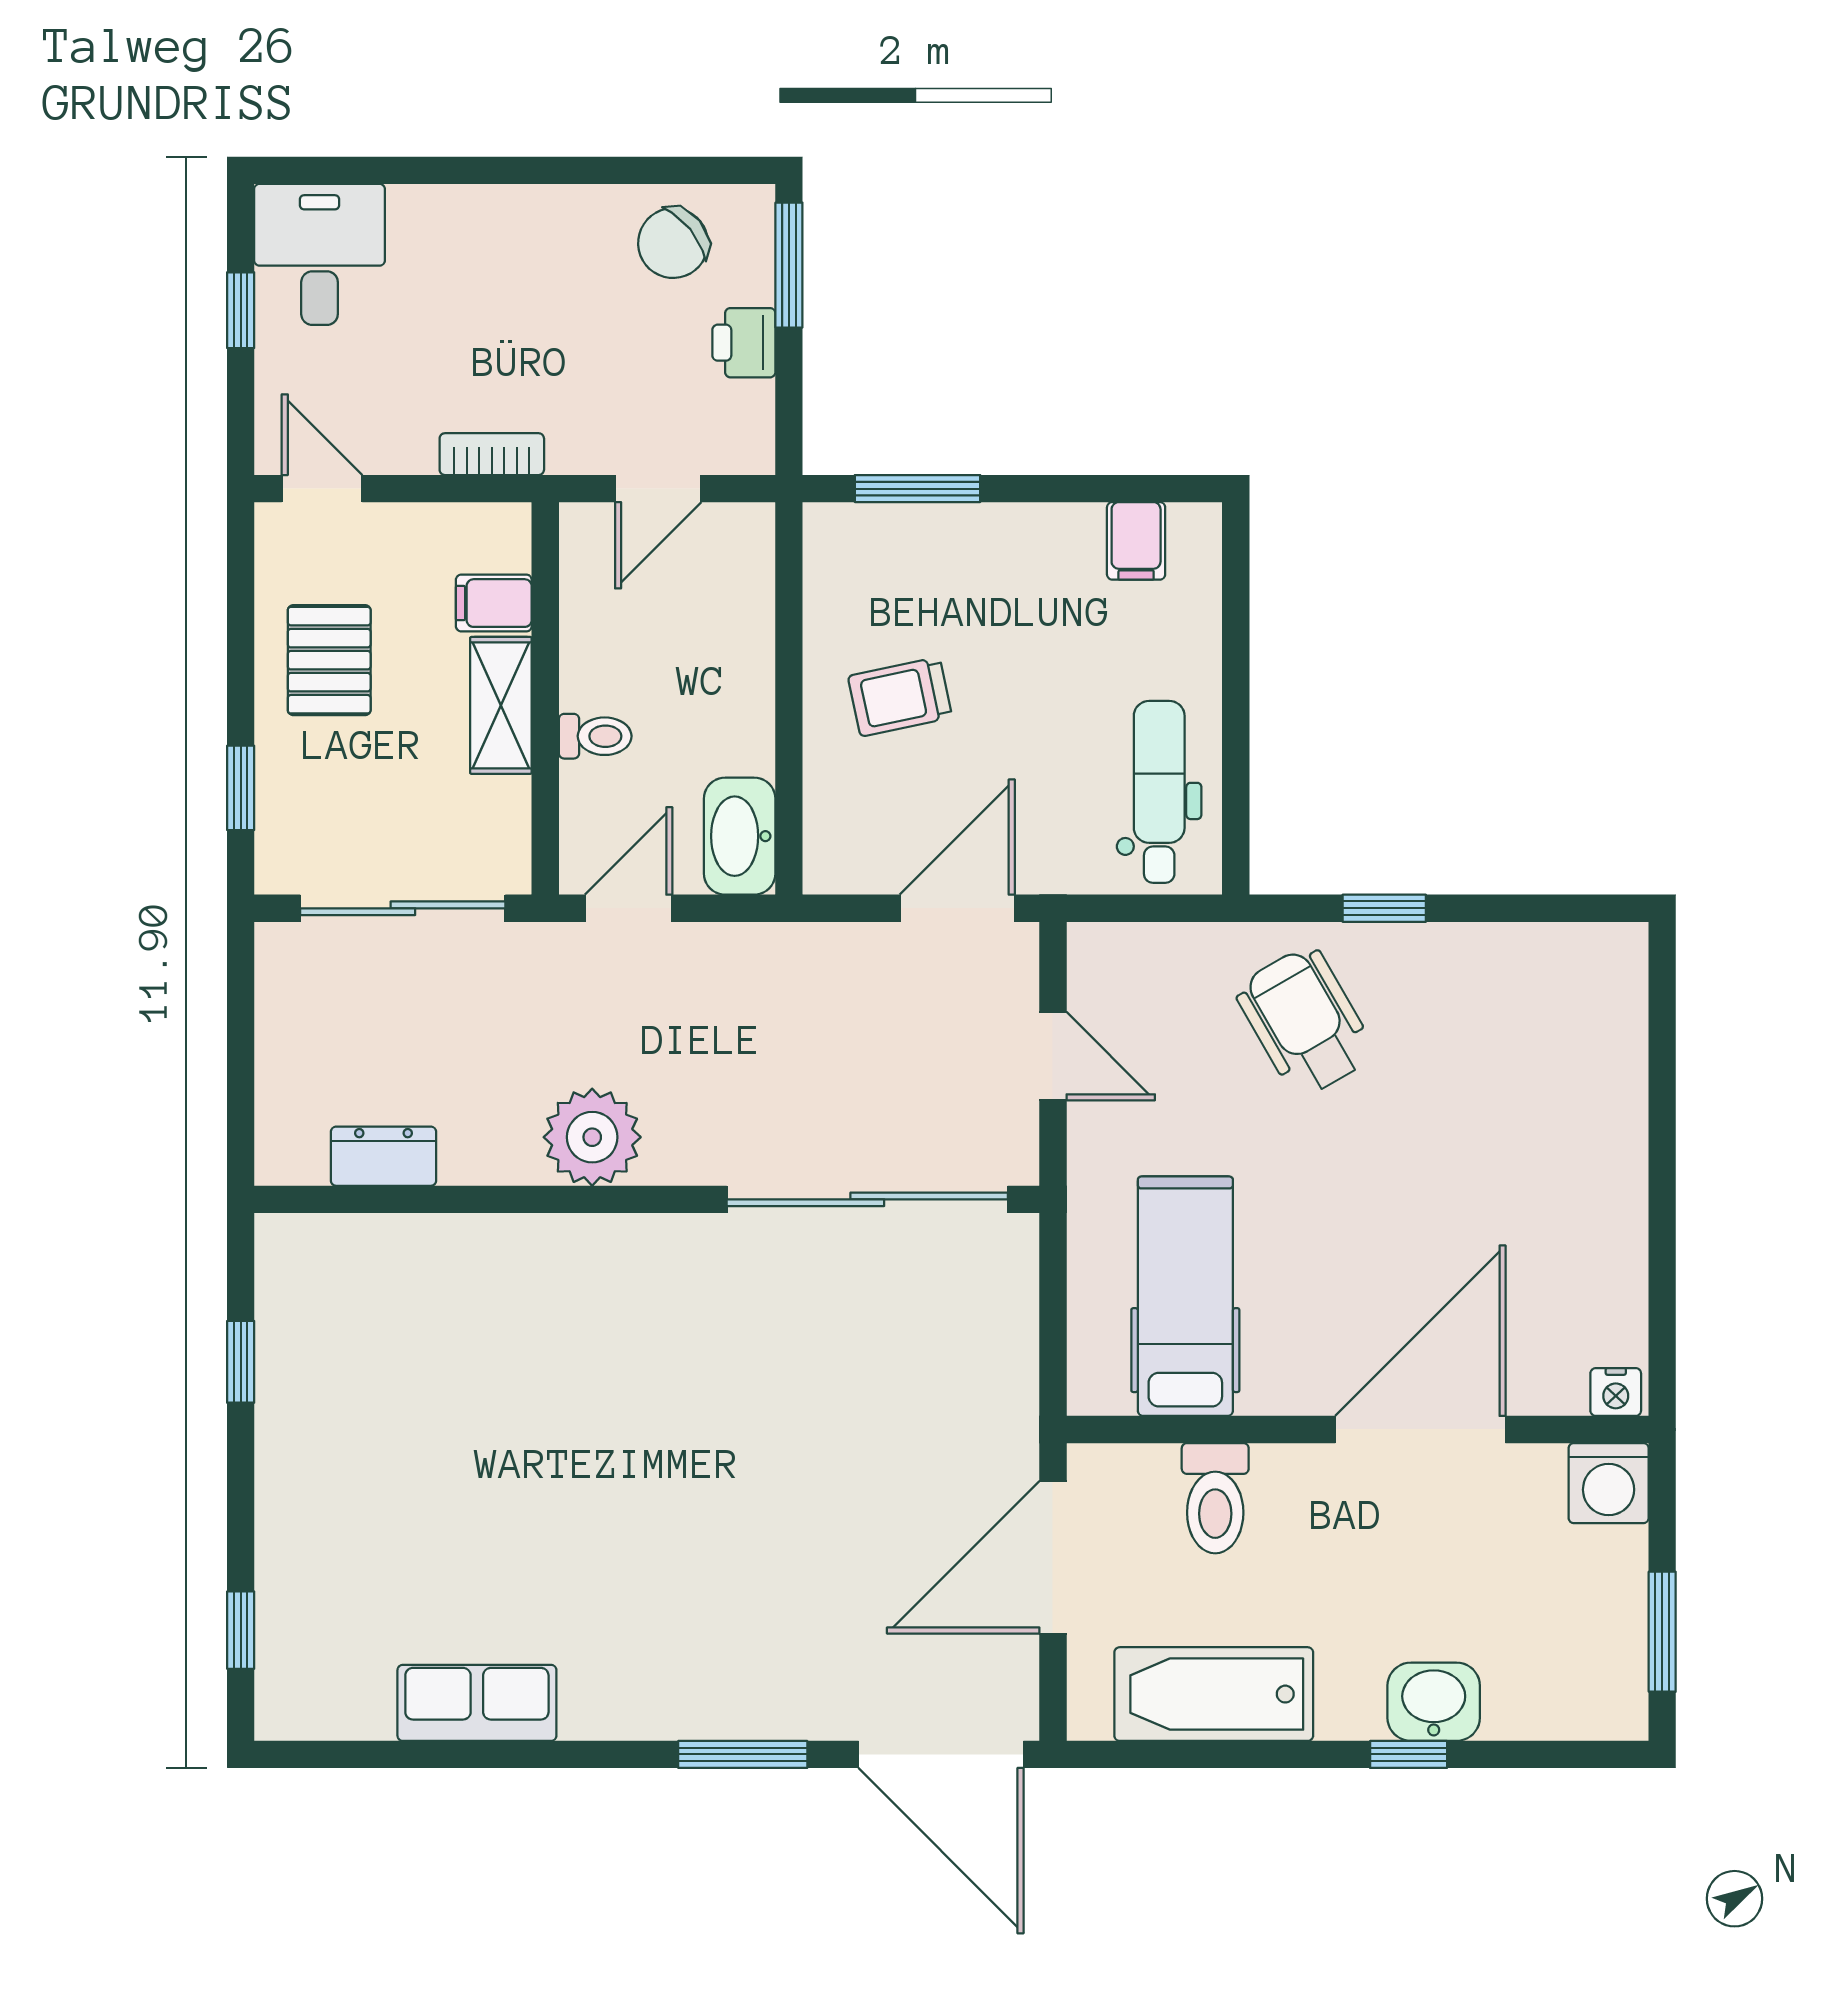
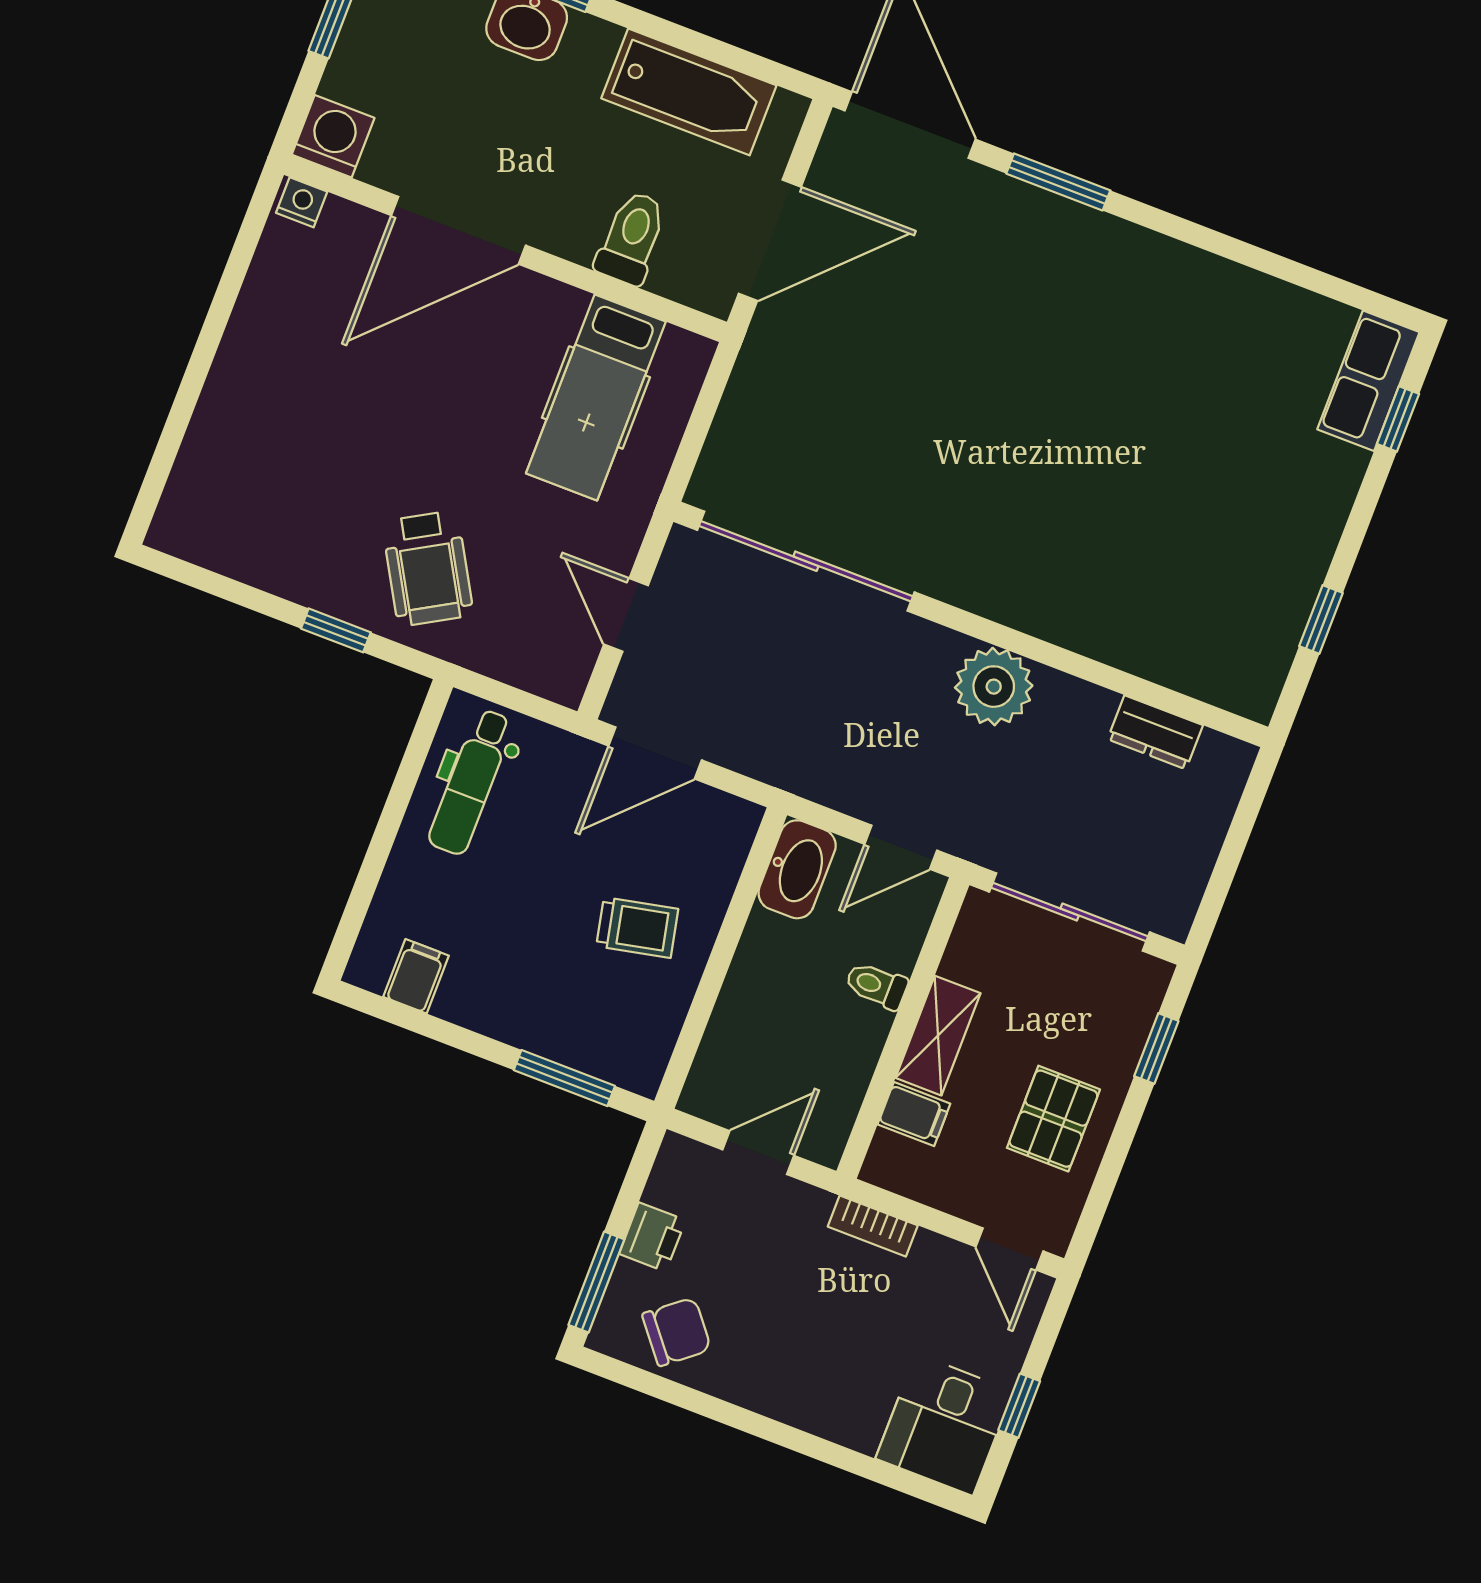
row of seats: (477, 1703) -> (1368, 381), moved, turned 90

